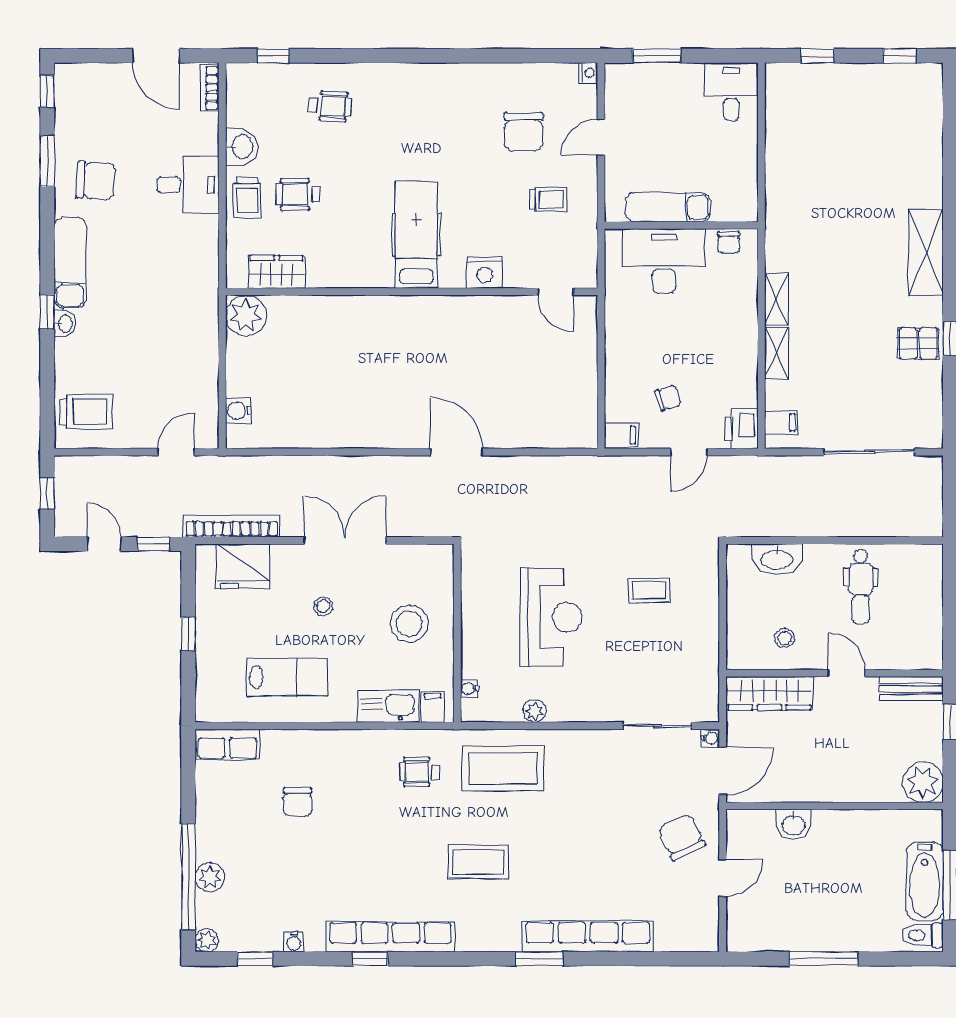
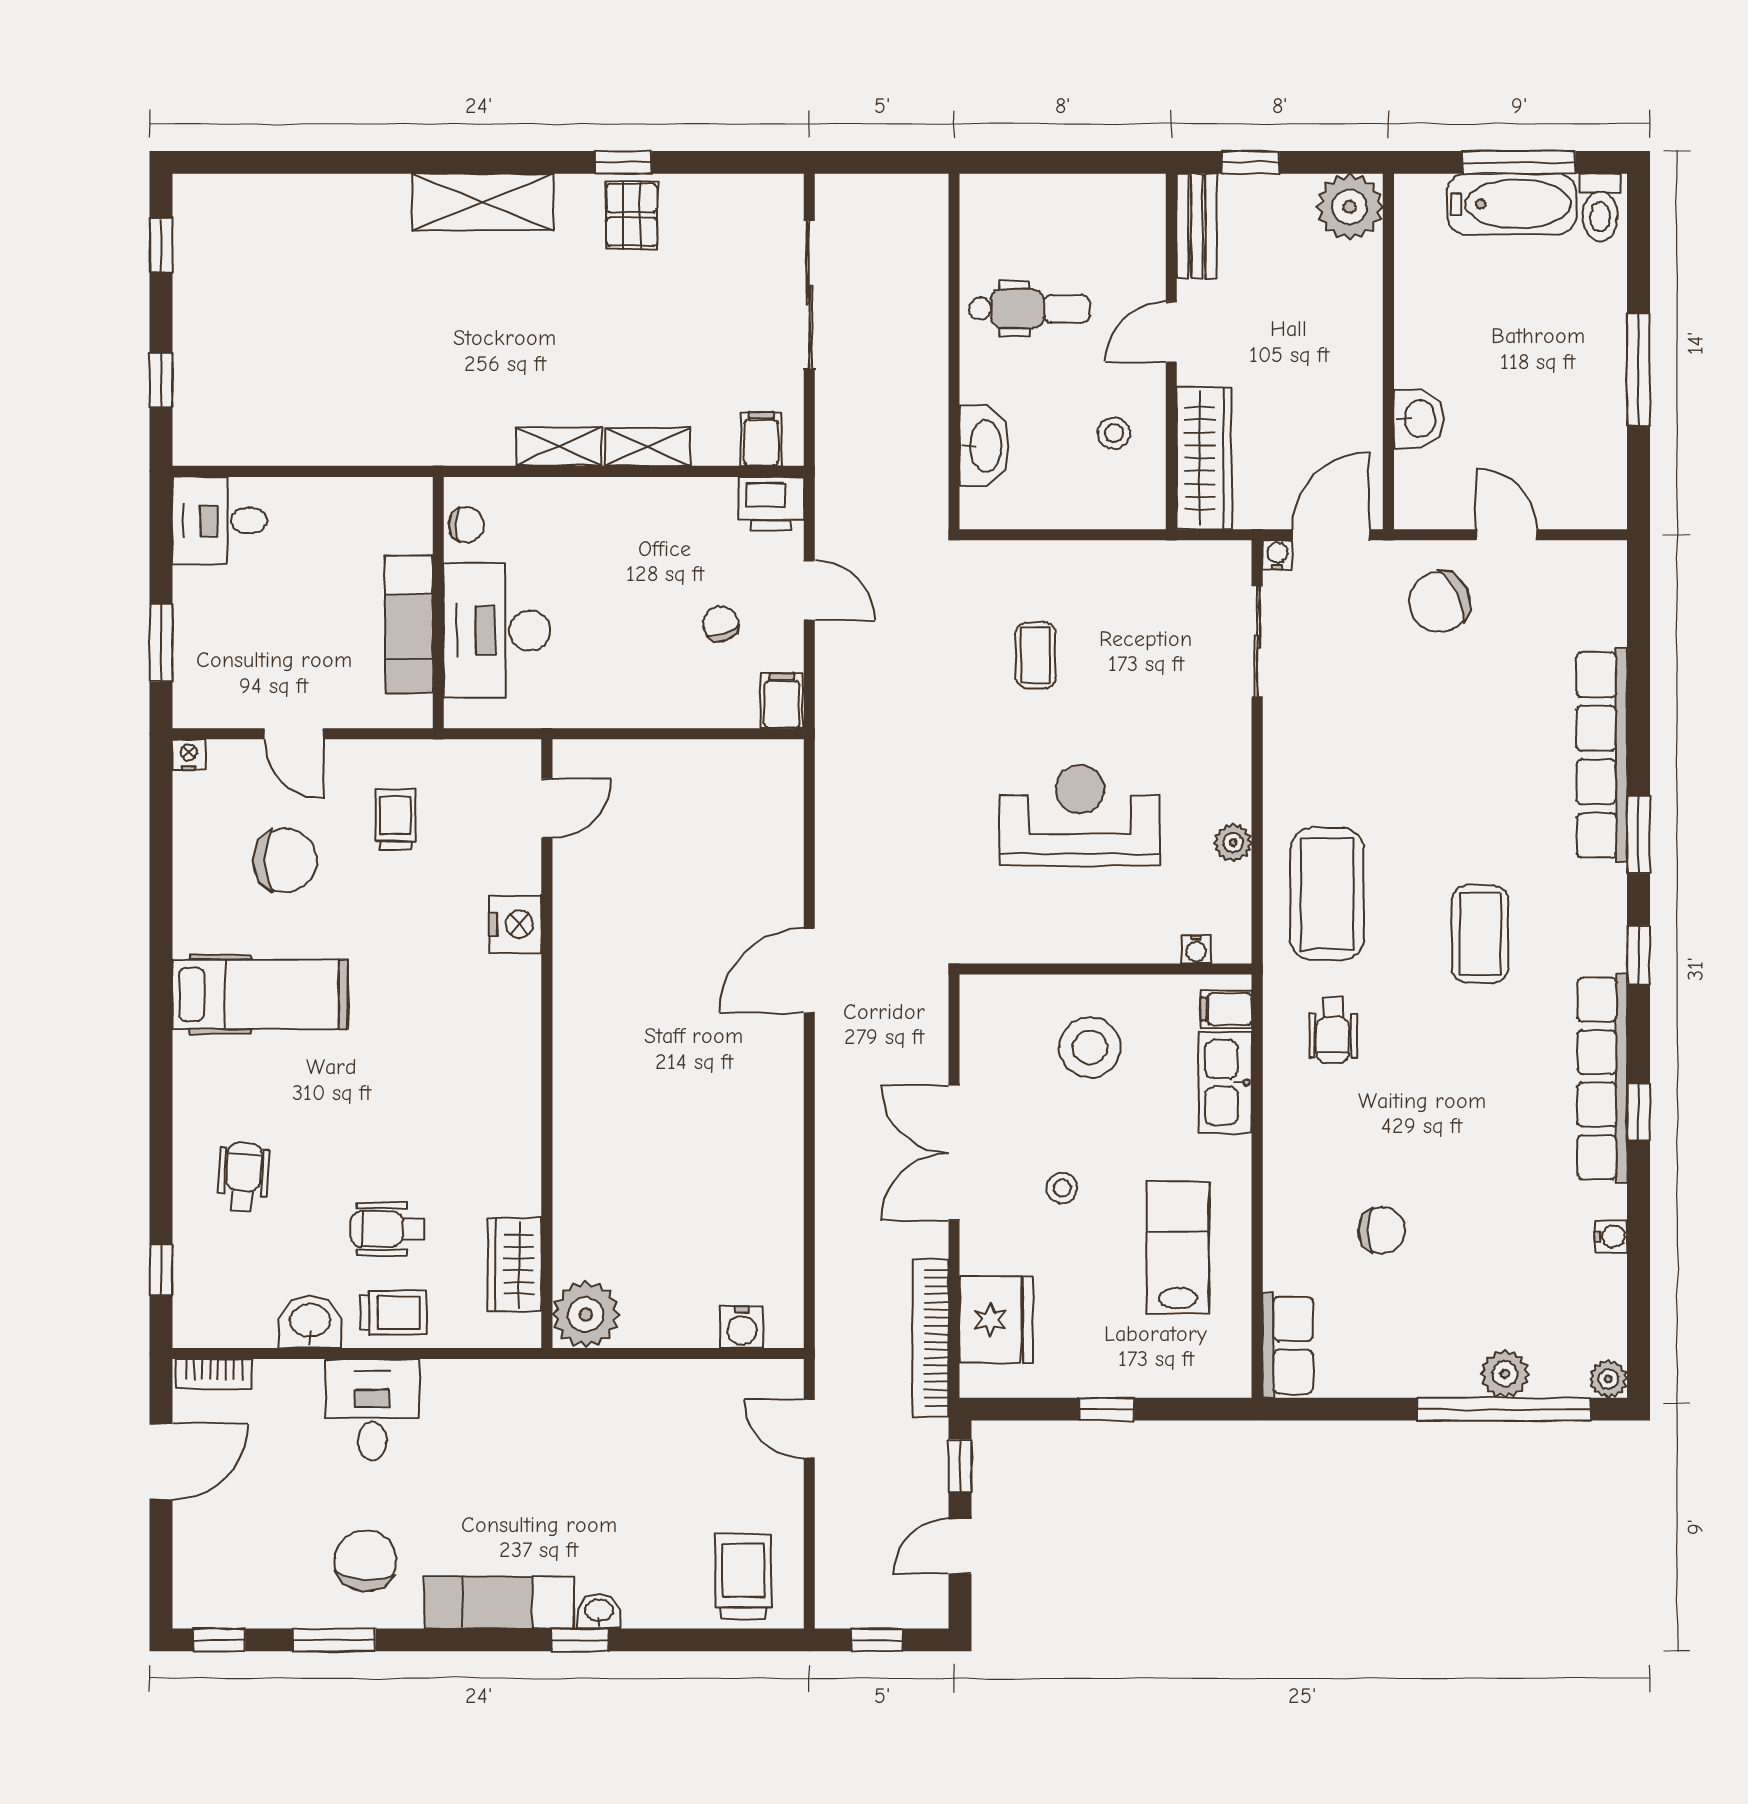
wheelchair: (298, 194) -> (388, 1229), turned 90
hospital bed: (416, 235) -> (260, 994), moved, turned 180
door: (723, 771) -> (1331, 535), hinge flipped
window: (255, 959) -> (1639, 955), moved

